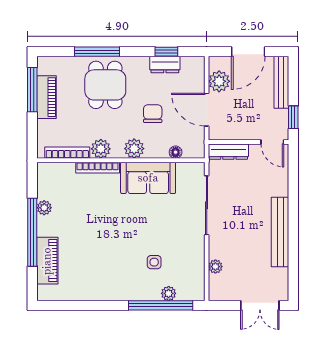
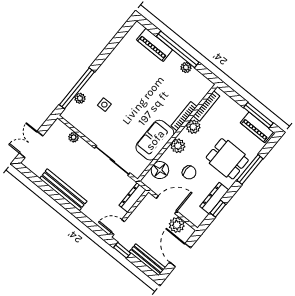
dresser: (165, 65) -> (214, 198), width x1.44
piano: (46, 97) -> (257, 127), moved
floor lamp: (176, 152) -> (160, 170), width x1.89, depth x1.89

